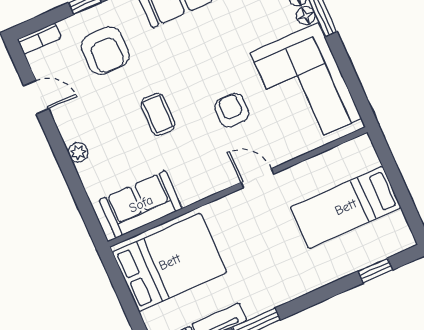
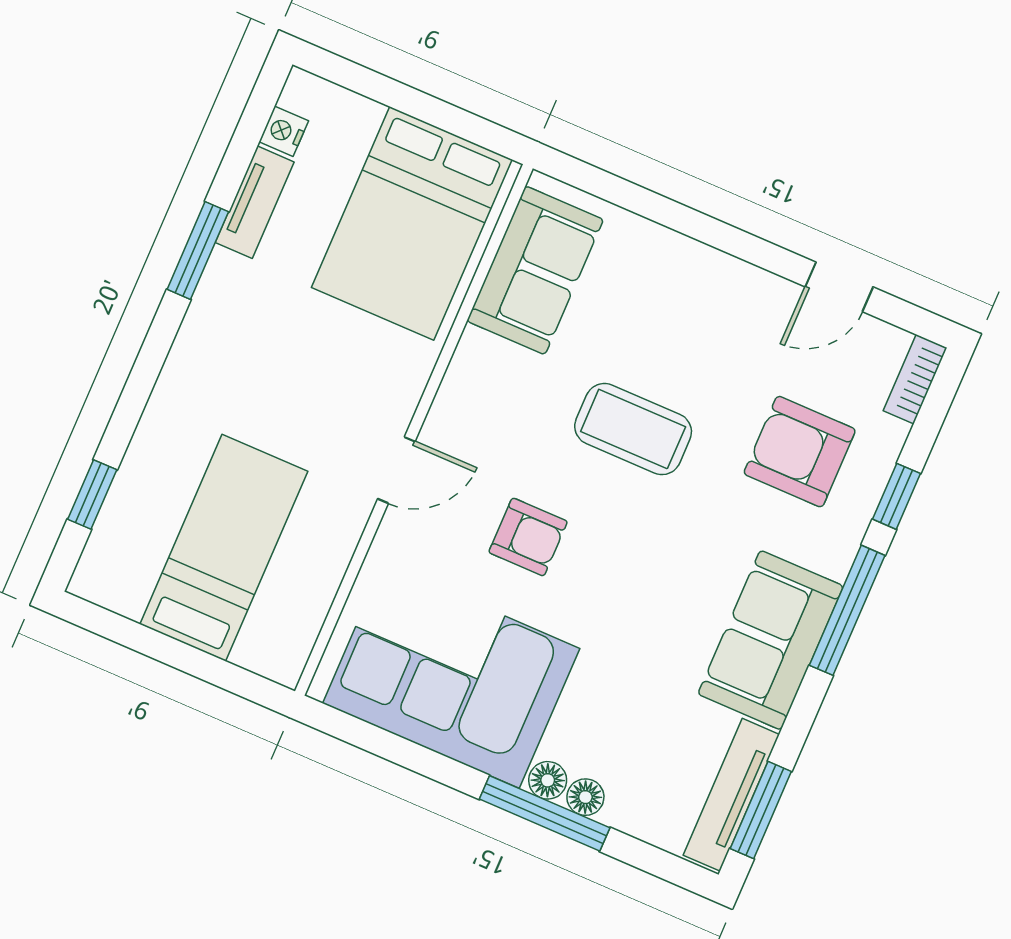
coffee table: (158, 114) -> (633, 429), width x1.36, depth x1.30
plant: (78, 152) -> (700, 262), removed

